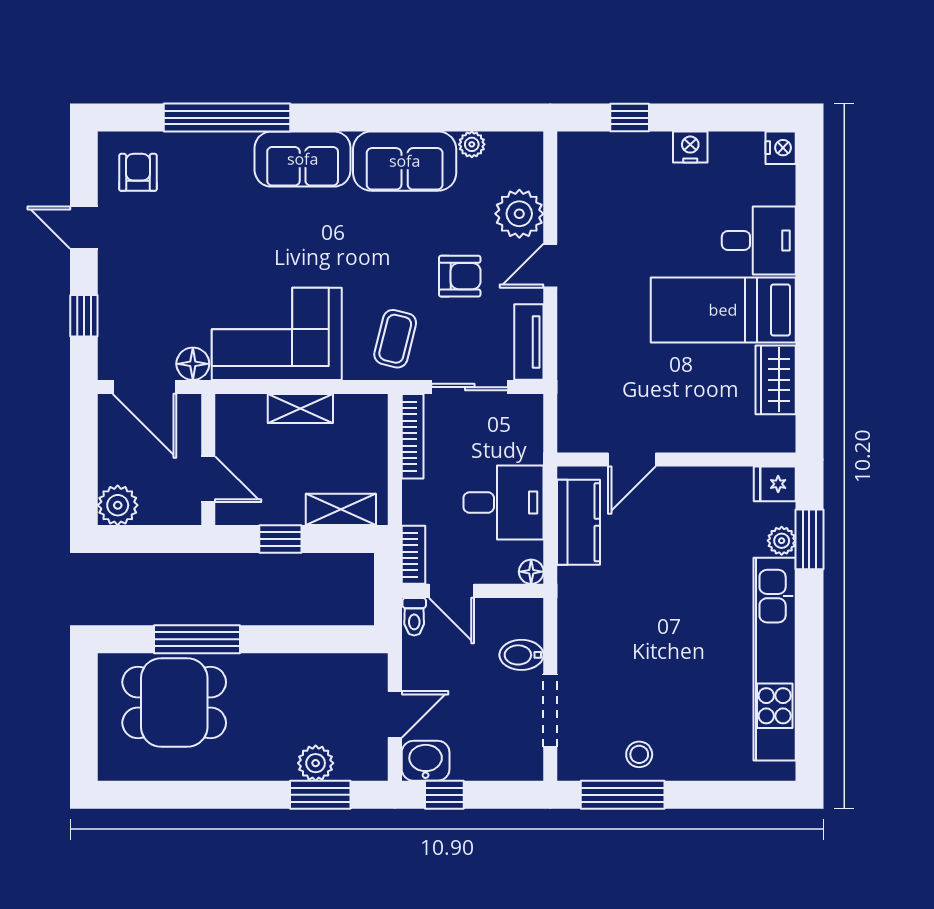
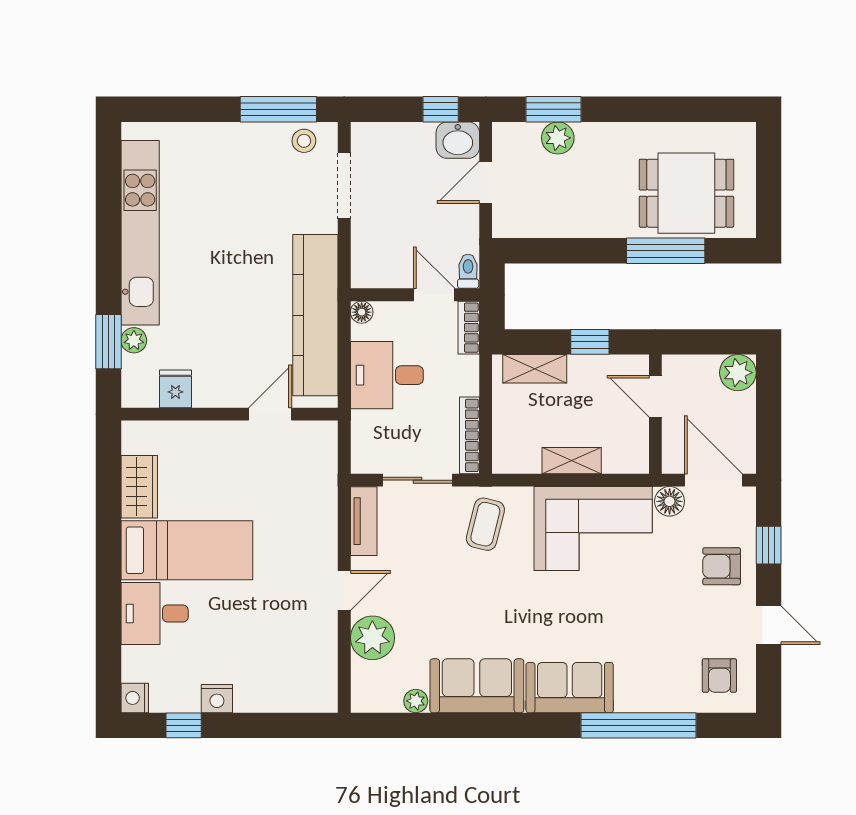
window: (630, 118) -> (184, 725), moved
armchair: (460, 276) -> (722, 566), moved
fridge: (775, 484) -> (175, 389), moved, turned -90
kitchen counter: (579, 522) -> (315, 315), width x2.08, depth x1.17
bidet: (521, 655) -> (371, 236), removed
stool: (639, 754) -> (304, 141), moved

